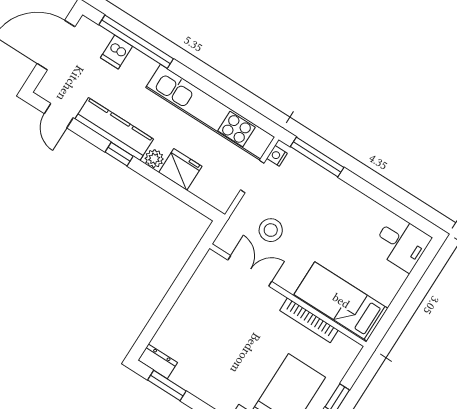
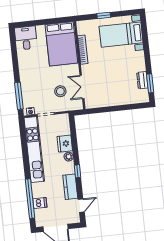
kitchen counter: (114, 129) -> (70, 187), width x0.67
bed: (341, 301) -> (61, 44), width x1.50
dresser: (158, 361) -> (142, 80), moved

